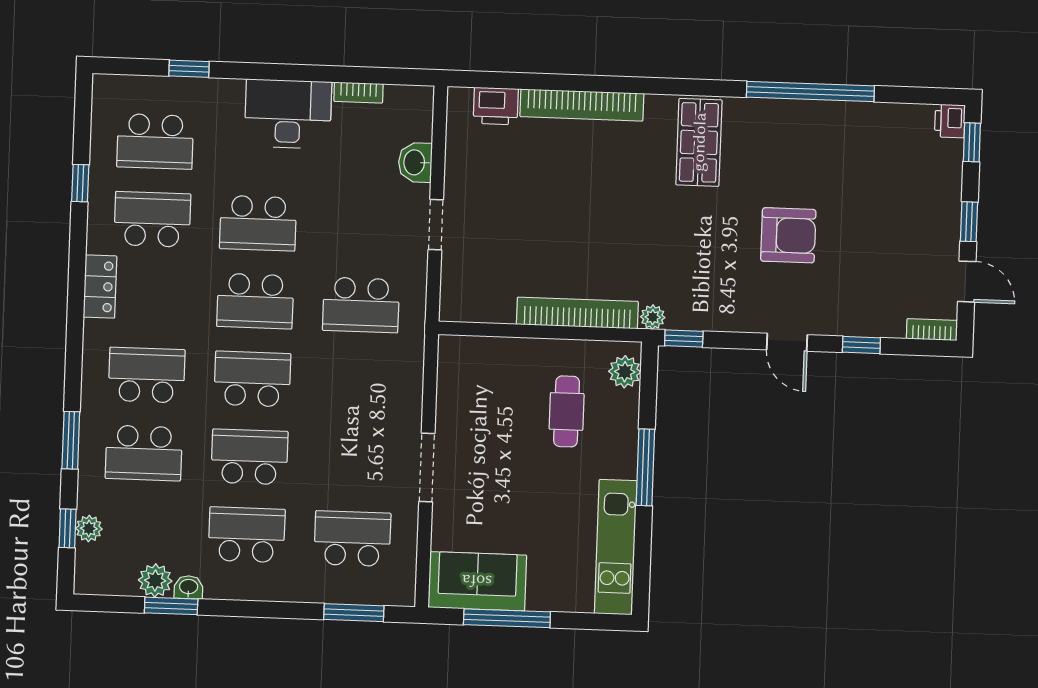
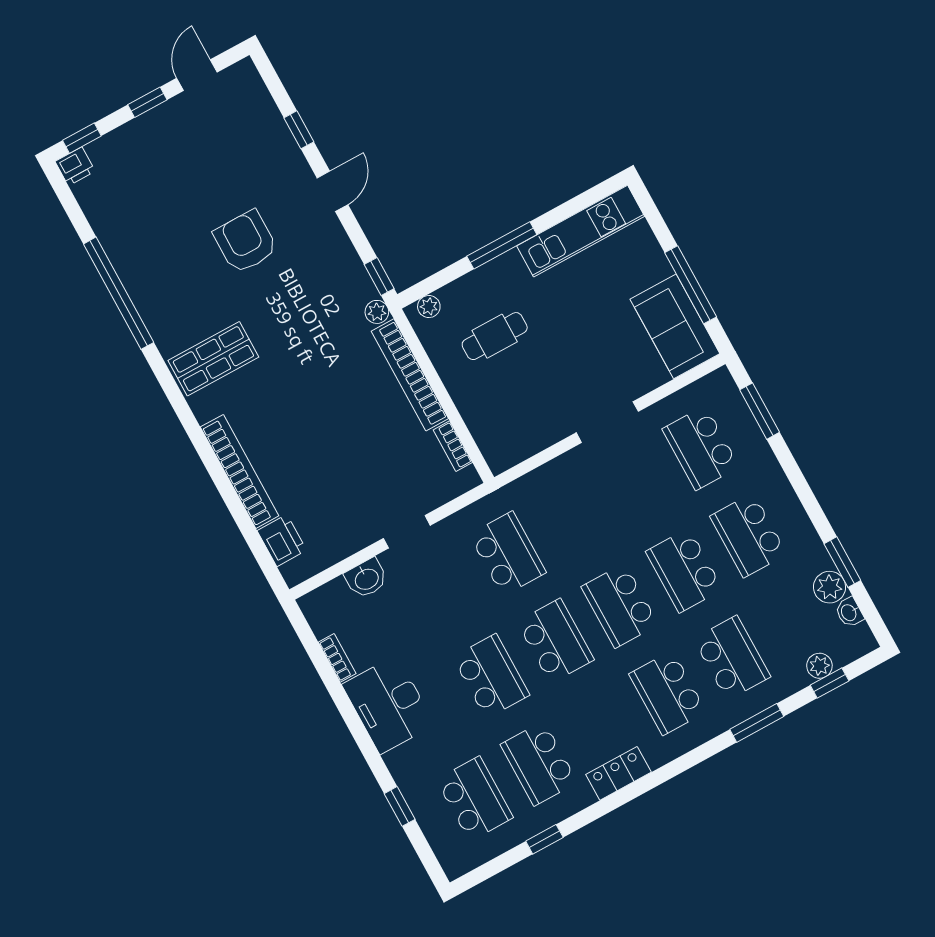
bookcase: (932, 330) -> (453, 446), moved
plant: (625, 372) -> (429, 307), width x0.73, depth x0.73
washbasin: (189, 587) -> (849, 612), moved

